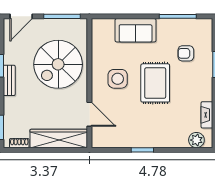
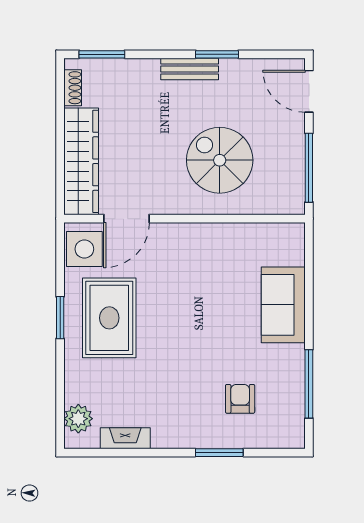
spiral stairs: (58, 64) -> (220, 160), width x0.73, depth x0.73
side table: (118, 79) -> (84, 249), moved
rug: (155, 83) -> (109, 318), moved, turned 90

